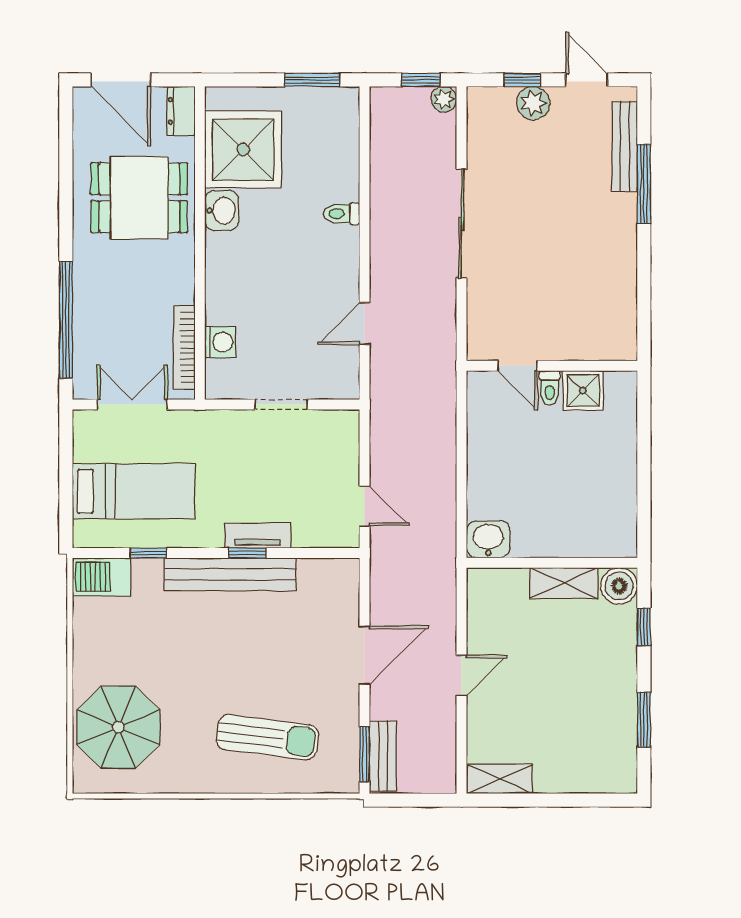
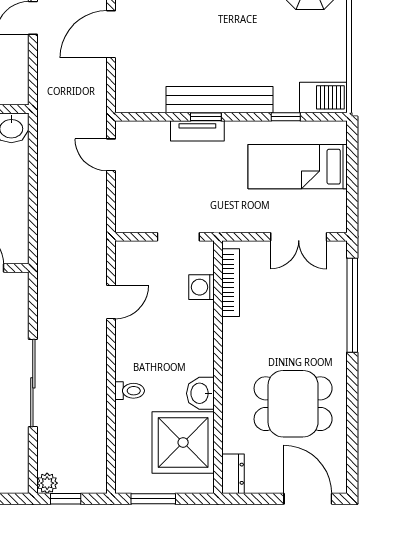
dresser: (181, 111) -> (233, 474), moved
shower: (243, 150) -> (183, 442), moved
washbasin: (222, 211) -> (200, 393), moved
wall: (200, 243) -> (218, 367), moved
washing machine: (220, 342) -> (202, 287), moved
bookcase: (184, 348) -> (231, 283), moved

